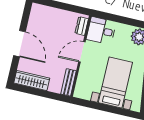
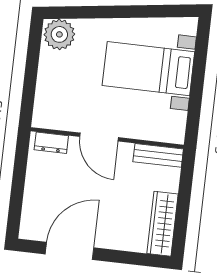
desk: (101, 31) -> (56, 106), removed
door: (19, 44) -> (70, 251), moved

